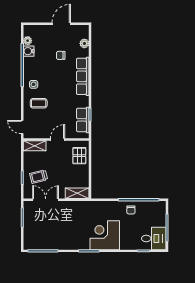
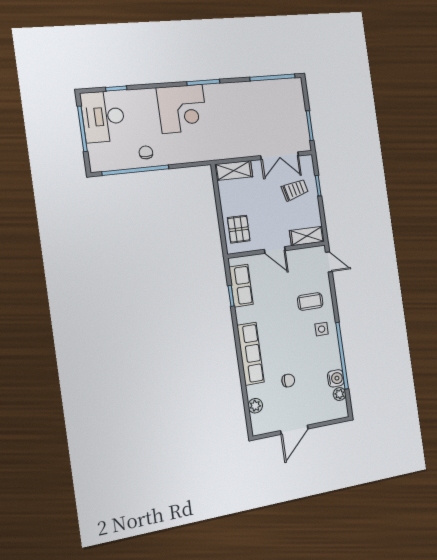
door: (58, 140) -> (275, 250), hinge flipped
desk: (154, 238) -> (103, 117), width x1.37

